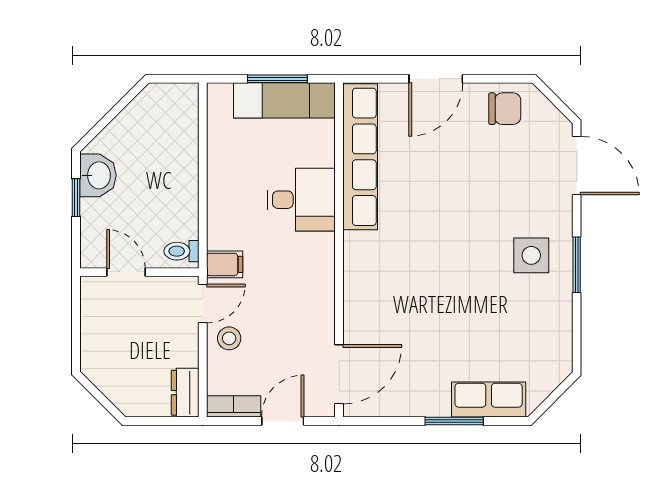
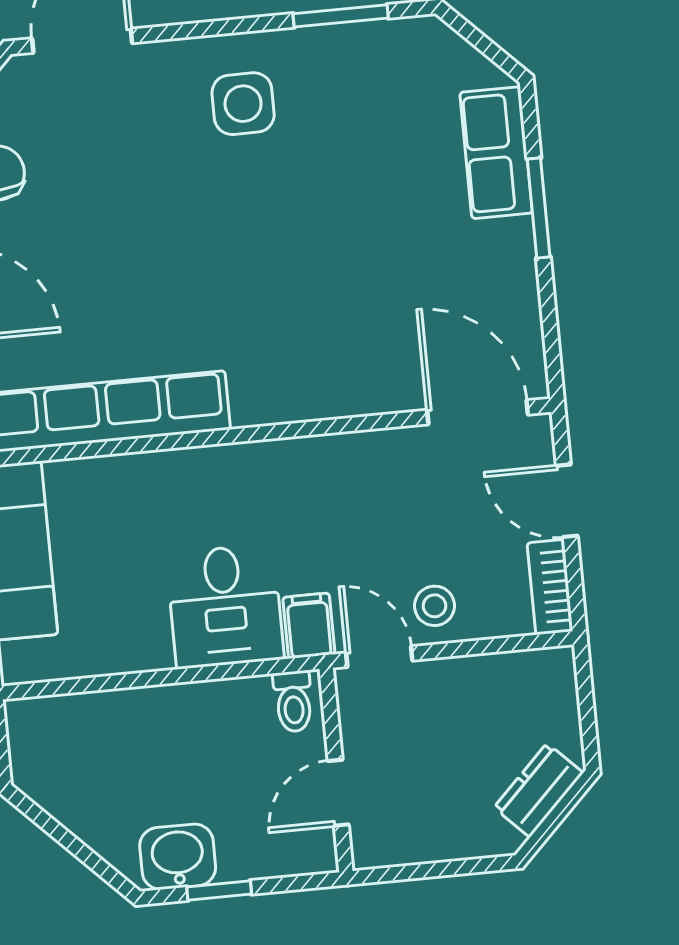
desk: (301, 200) -> (225, 606), moved, turned 180
window: (577, 265) -> (341, 16), moved
dresser: (185, 393) -> (539, 790), moved, turned 135

